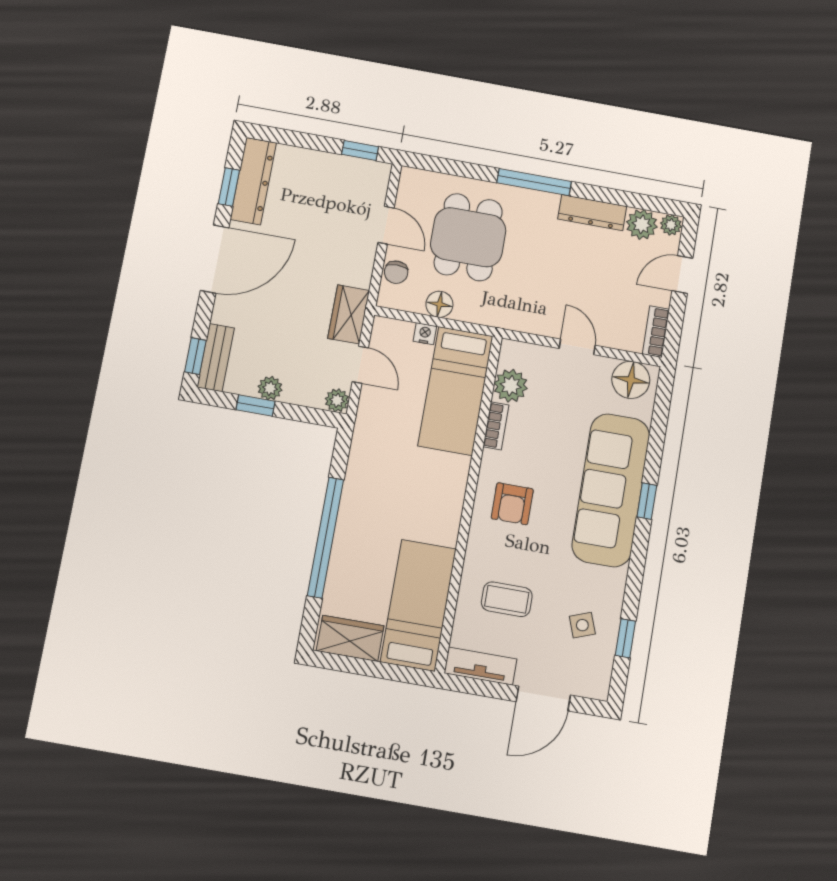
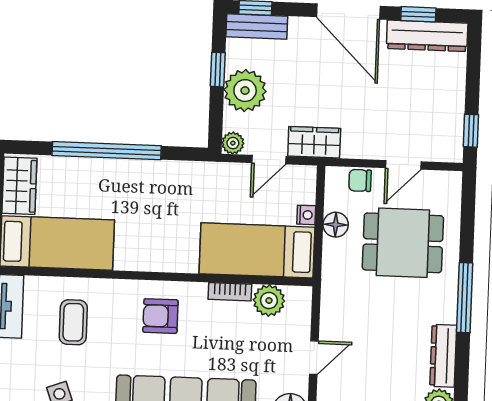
plant: (270, 388) -> (245, 91), width x1.87, depth x1.87

